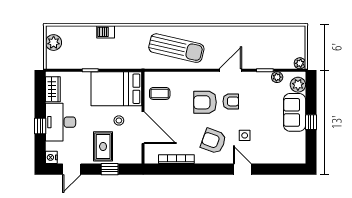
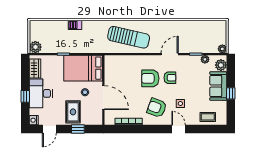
plant: (54, 43) -> (35, 47), moved
coffee table: (160, 93) -> (208, 117), moved

